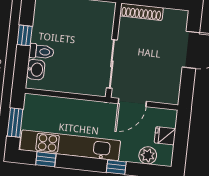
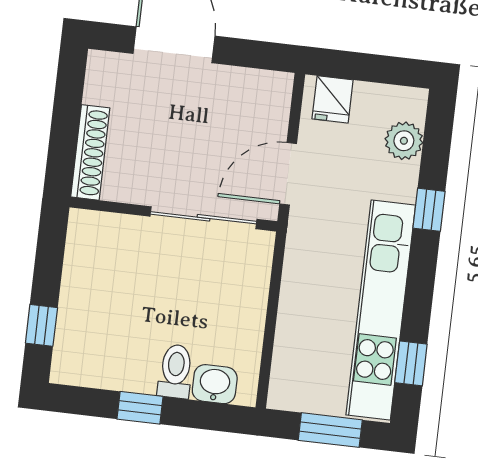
door: (132, 103) -> (288, 174), swing flipped
fridge: (165, 136) -> (333, 99), moved

